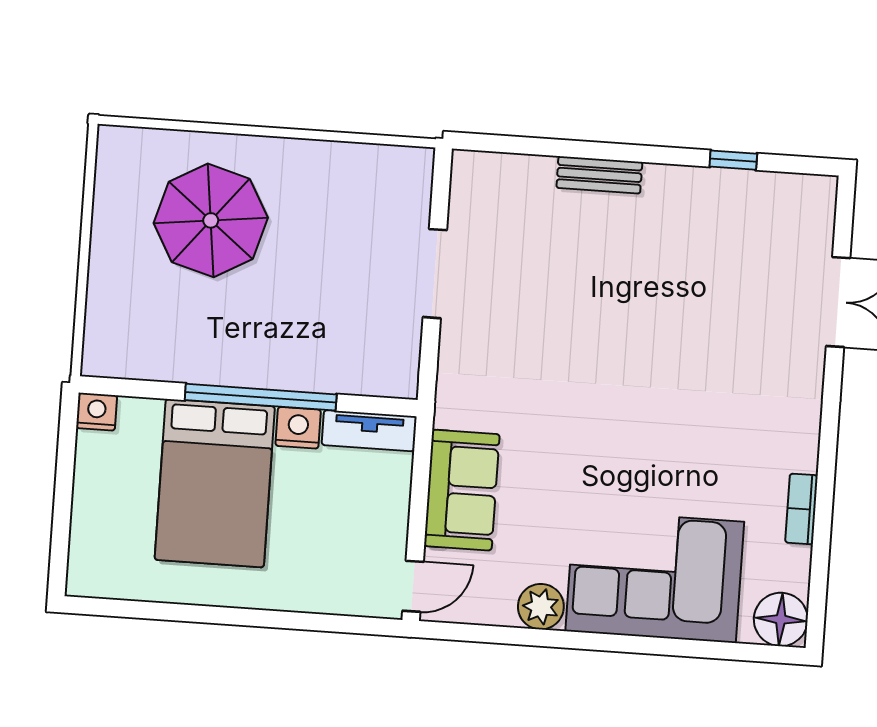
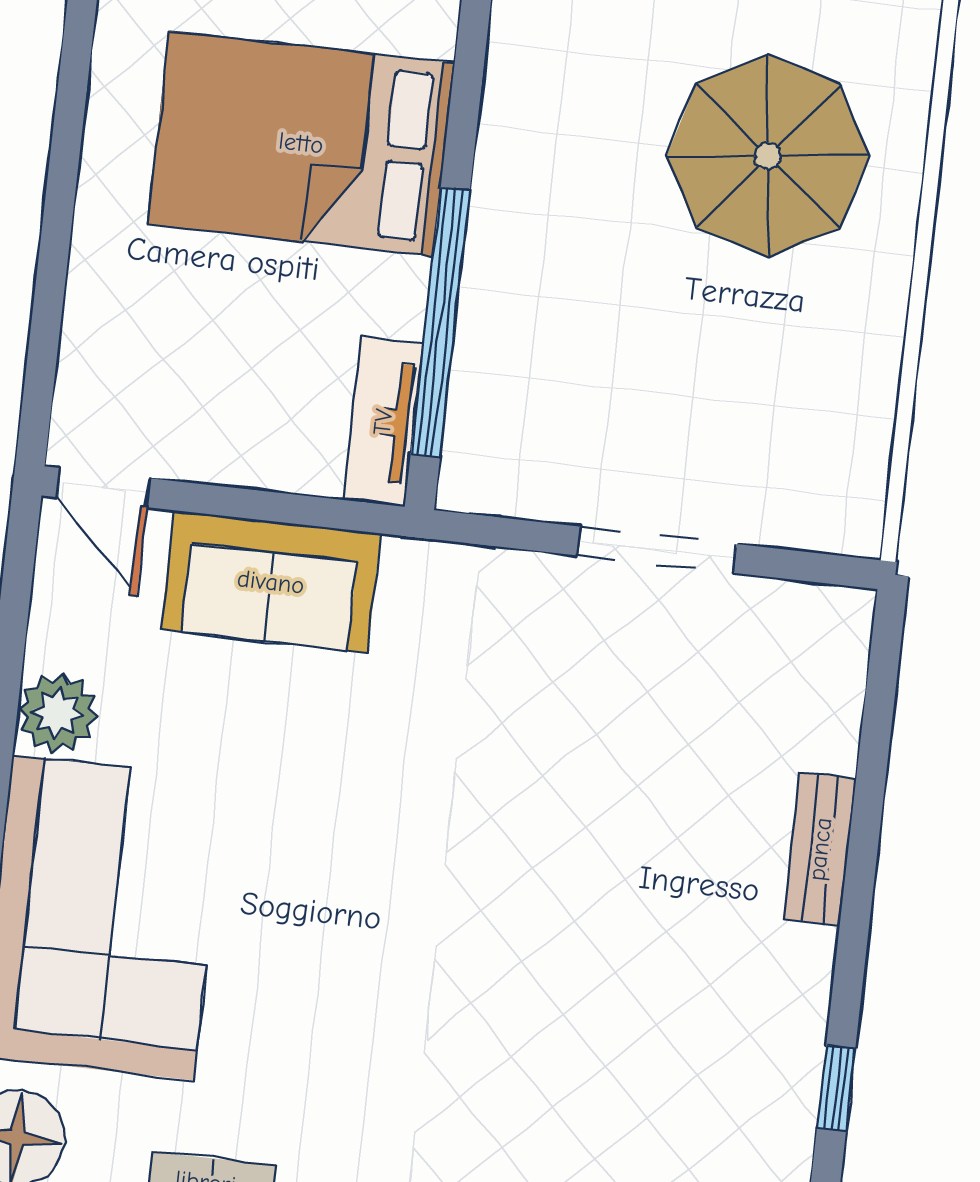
window: (261, 397) -> (440, 322), moved
nightstand: (298, 428) -> (393, 296), removed

